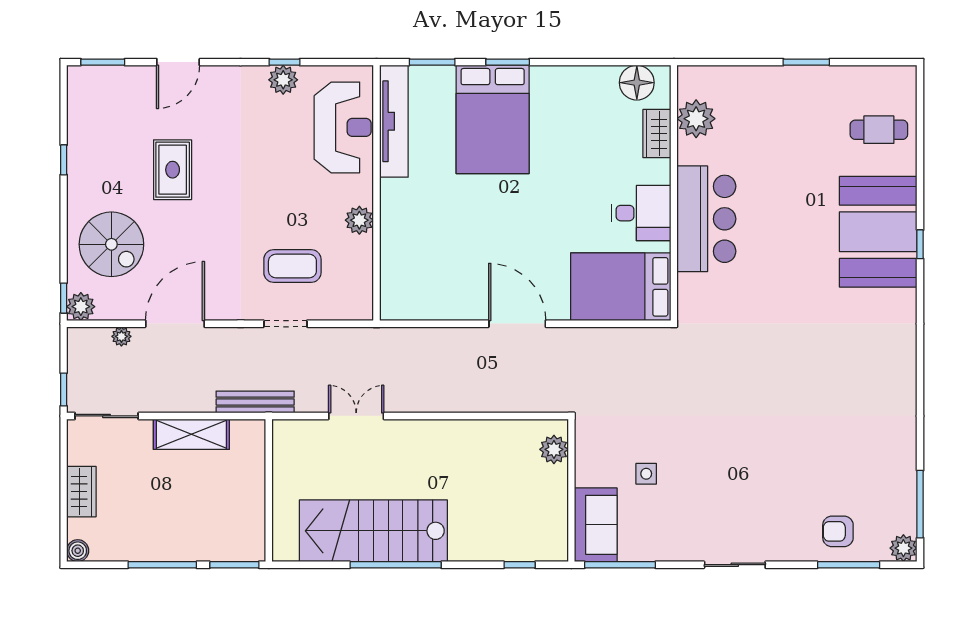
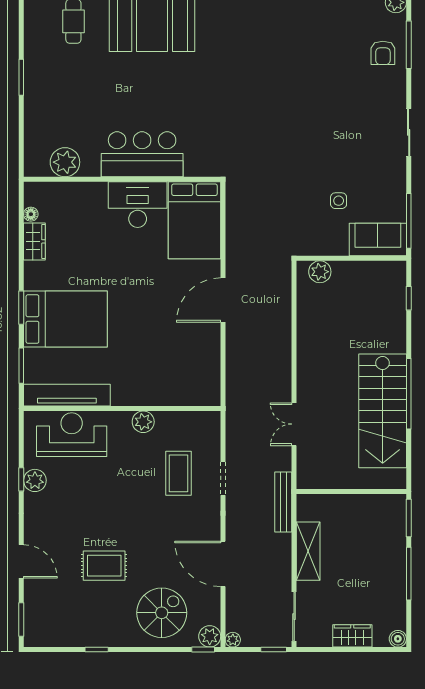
floor lamp: (637, 83) -> (31, 214), width x0.53, depth x0.53
wardrobe: (657, 134) -> (34, 241), moved, turned -90
desk: (641, 213) -> (138, 205), width x1.37
plant: (121, 336) -> (233, 640), moved

